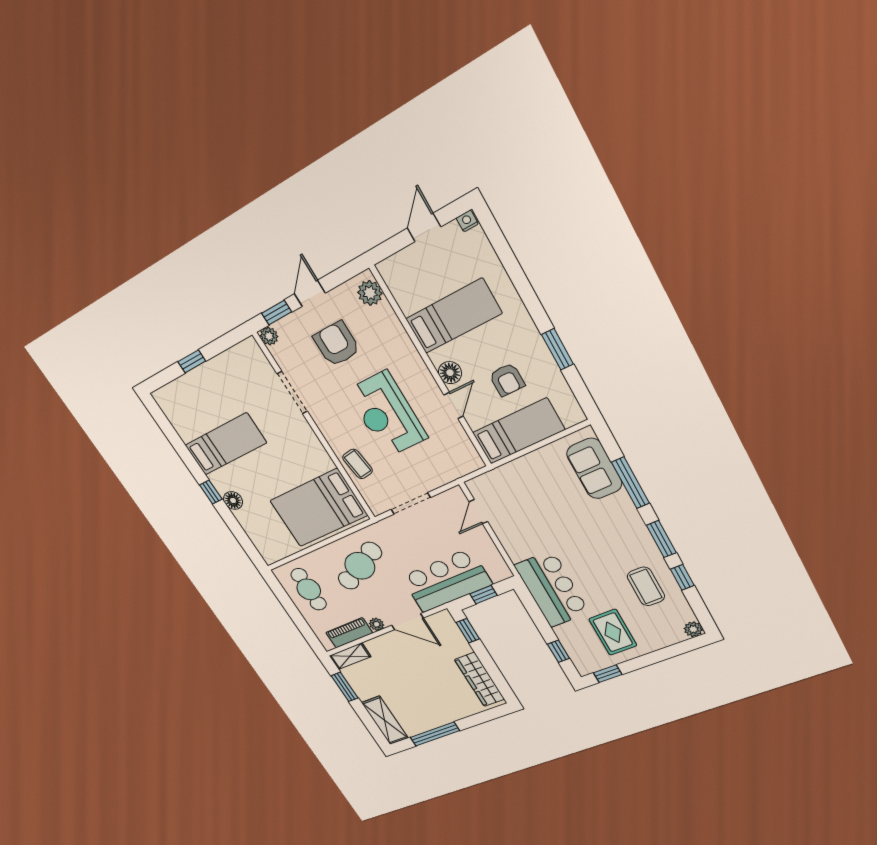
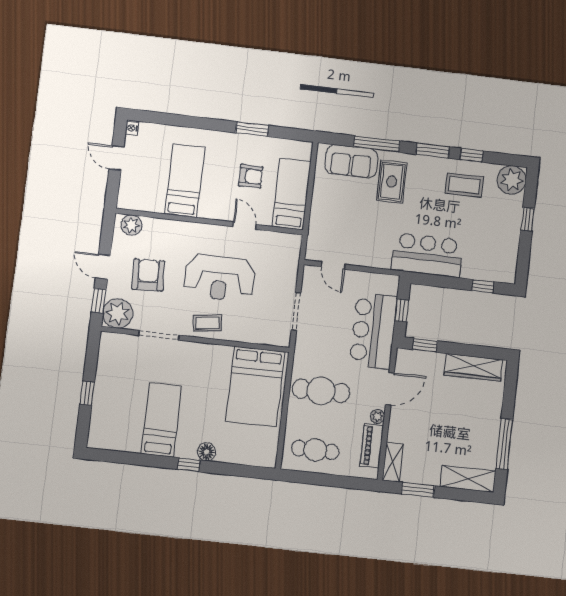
plant: (269, 336) -> (118, 313), width x1.87, depth x1.87
armchair: (337, 344) -> (148, 275), turned 87
floor lamp: (450, 373) -> (220, 211), removed
coffee table: (357, 464) -> (207, 323), moved
cafe table: (360, 566) -> (321, 391), turned -65
plant: (693, 629) -> (512, 180), width x1.88, depth x1.88
rug: (613, 632) -> (392, 182), moved, turned 90
window: (608, 674) -> (528, 219), moved

